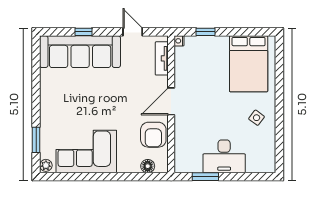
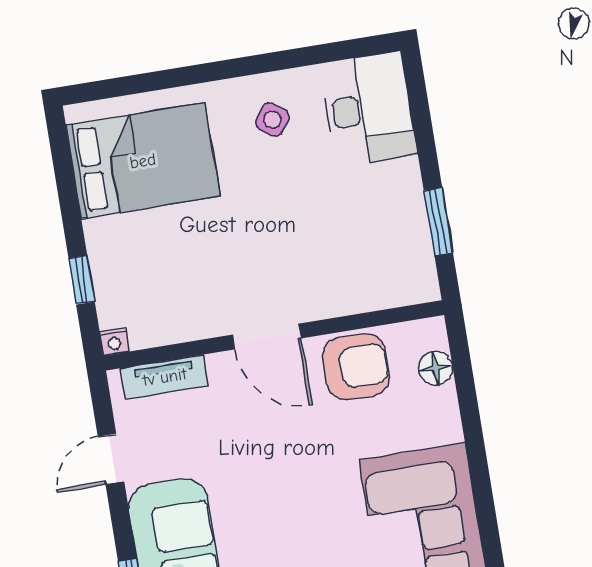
desk: (224, 156) -> (369, 109), moved

